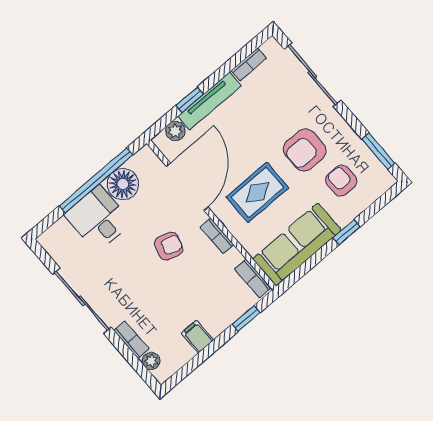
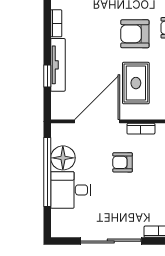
plant: (175, 131) -> (58, 100), removed
armchair: (305, 150) -> (135, 34), turned 90
door: (187, 187) -> (97, 121), hinge flipped
armchair: (169, 246) -> (123, 162), turned -107

